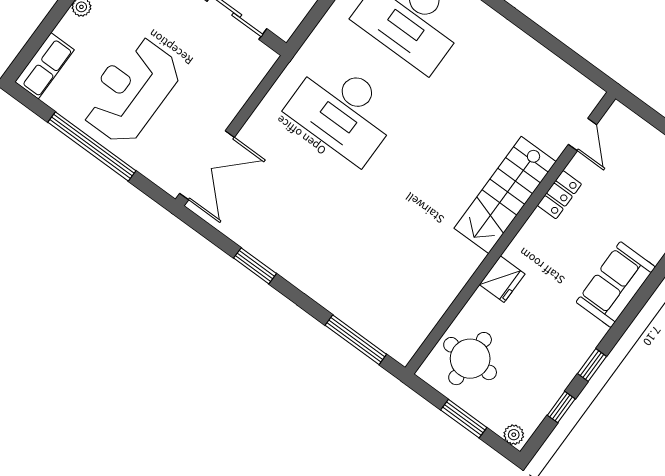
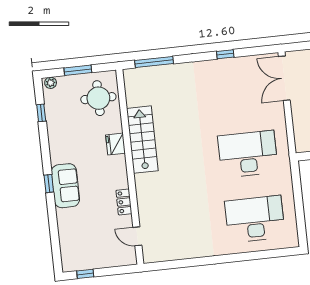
stairs: (505, 195) -> (142, 140), moved
window: (255, 266) -> (225, 54), width x0.67
window: (592, 365) -> (49, 184), moved

